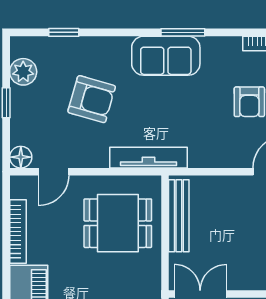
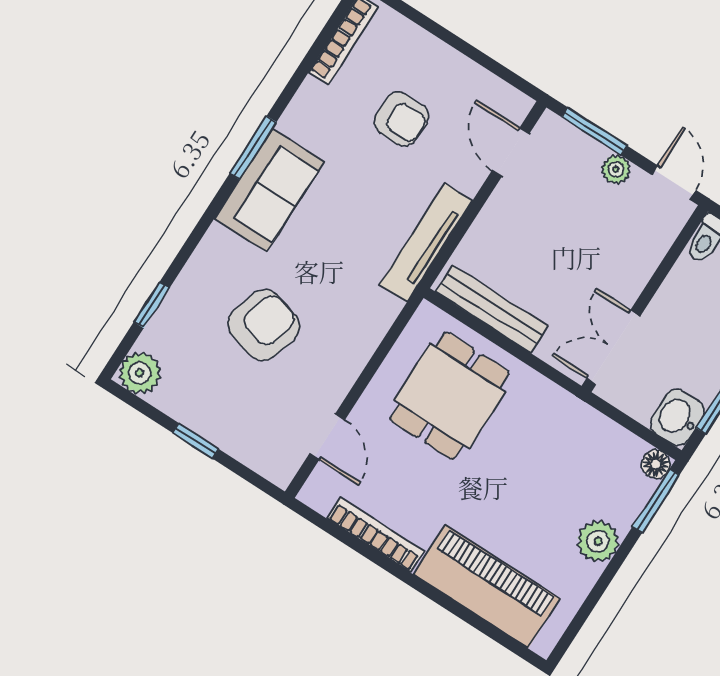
plant: (23, 72) -> (140, 373), moved
floor lamp: (21, 157) -> (280, 468), removed
tv unit: (149, 158) -> (426, 243), moved

